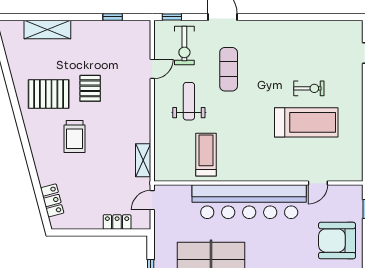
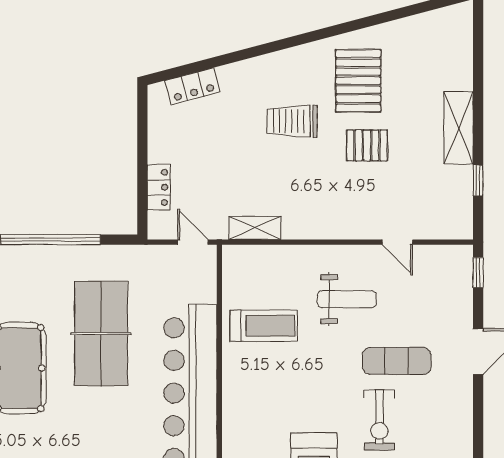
shelving: (47, 29) -> (459, 128), moved
exercise bike: (184, 45) -> (379, 420), moved, turned -90

